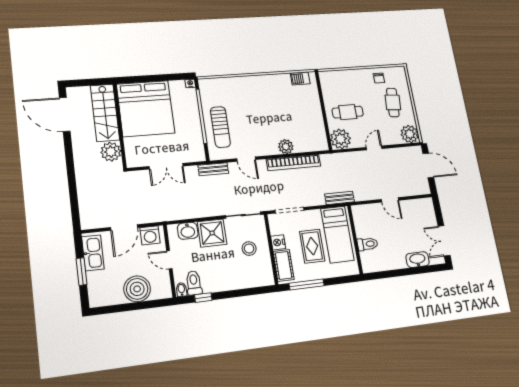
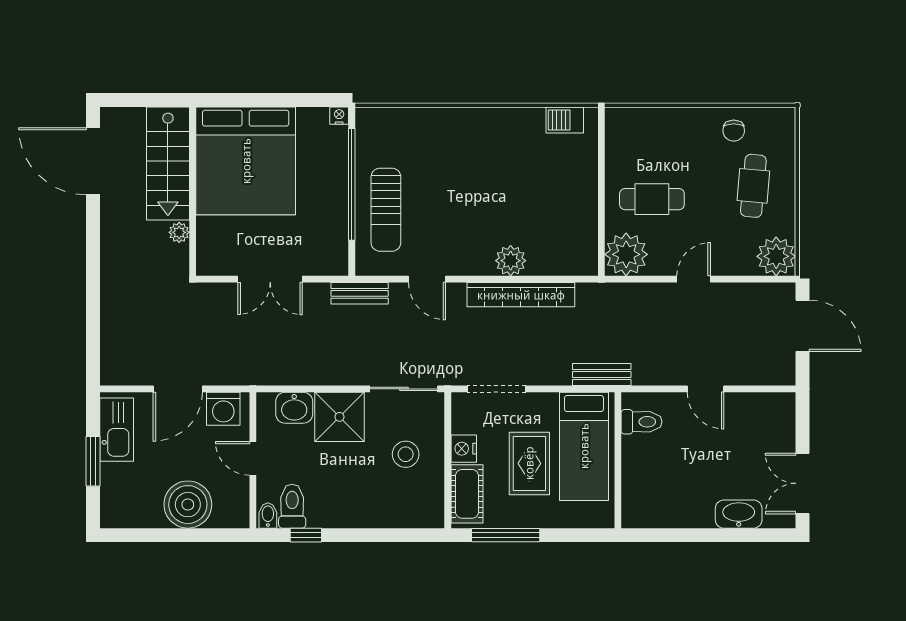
plant: (111, 152) -> (179, 232), width x0.53, depth x0.53
toilet: (367, 244) -> (642, 422), moved

